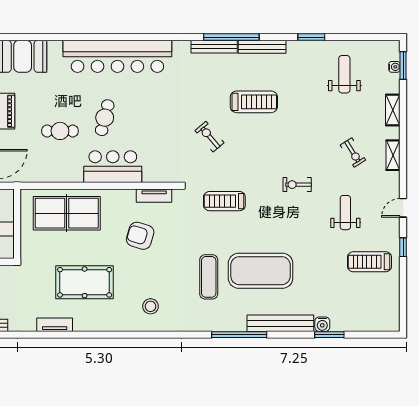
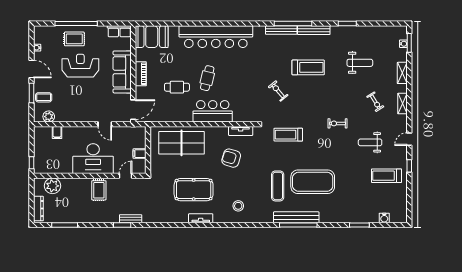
weight bench: (344, 74) -> (360, 63), moved, turned 90
weight bench: (345, 213) -> (370, 142), turned -90
bench: (280, 323) -> (296, 217), moved
water cooler: (322, 324) -> (384, 218), moved
tv unit: (55, 325) -> (201, 218), moved

